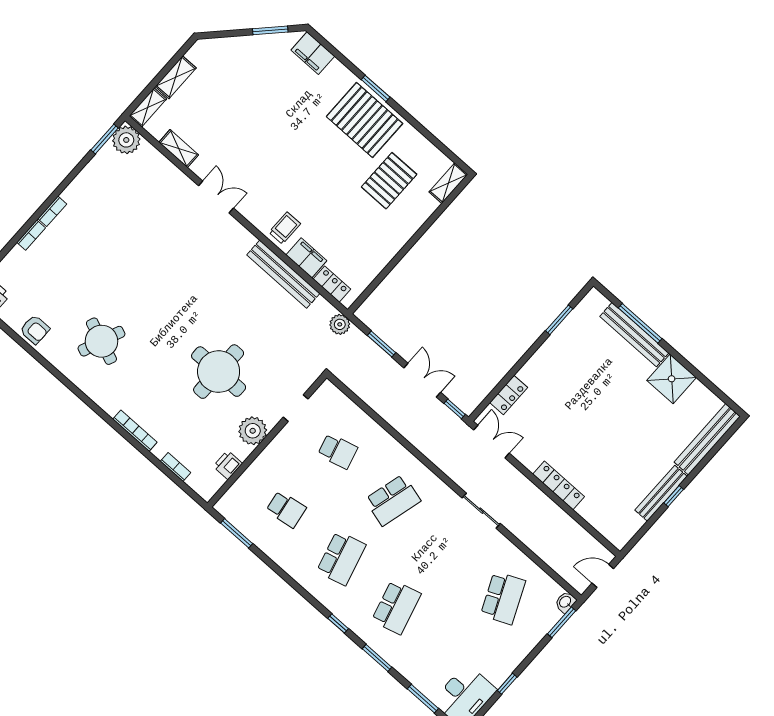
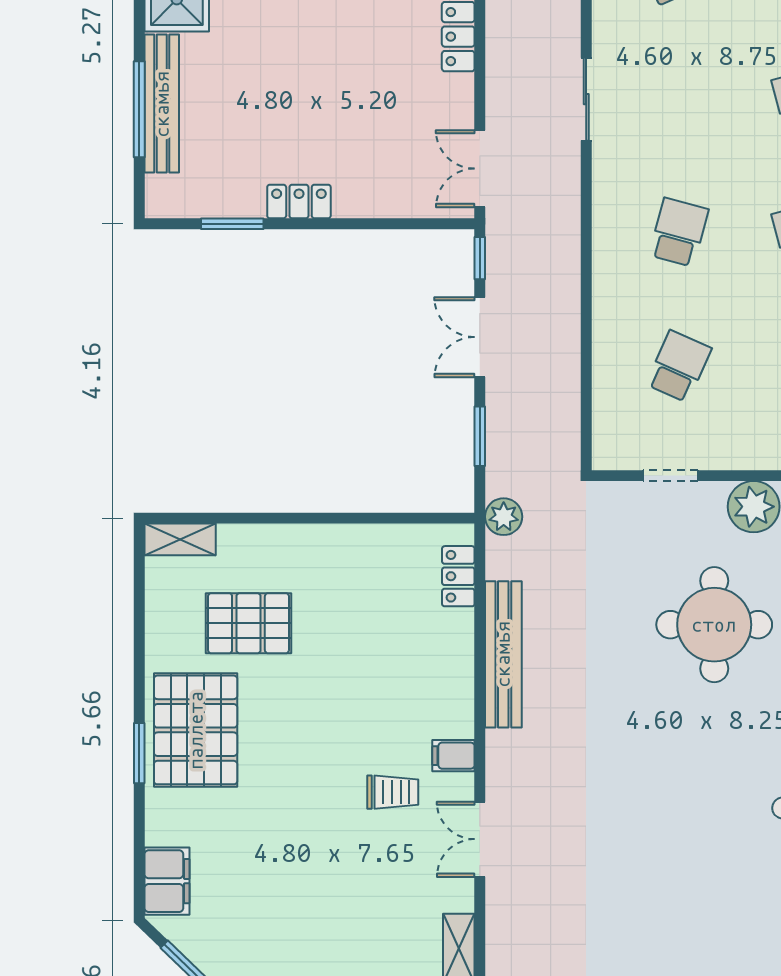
trolley: (285, 228) -> (393, 792), moved, turned 180
filing cabinet: (306, 258) -> (453, 756), moved, width x0.50
locker: (509, 395) -> (299, 201), moved
school desk: (338, 451) -> (679, 366), turned 39
school desk: (393, 500) -> (679, 232), width x0.54

